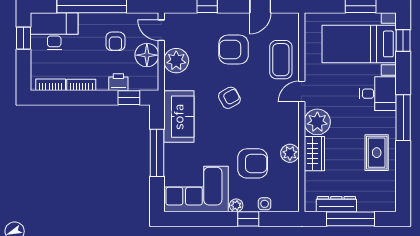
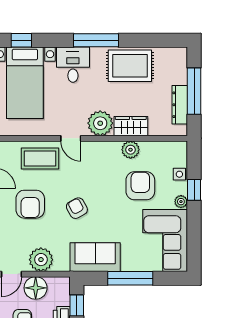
rug: (377, 153) -> (130, 66), width x1.36, depth x1.43

